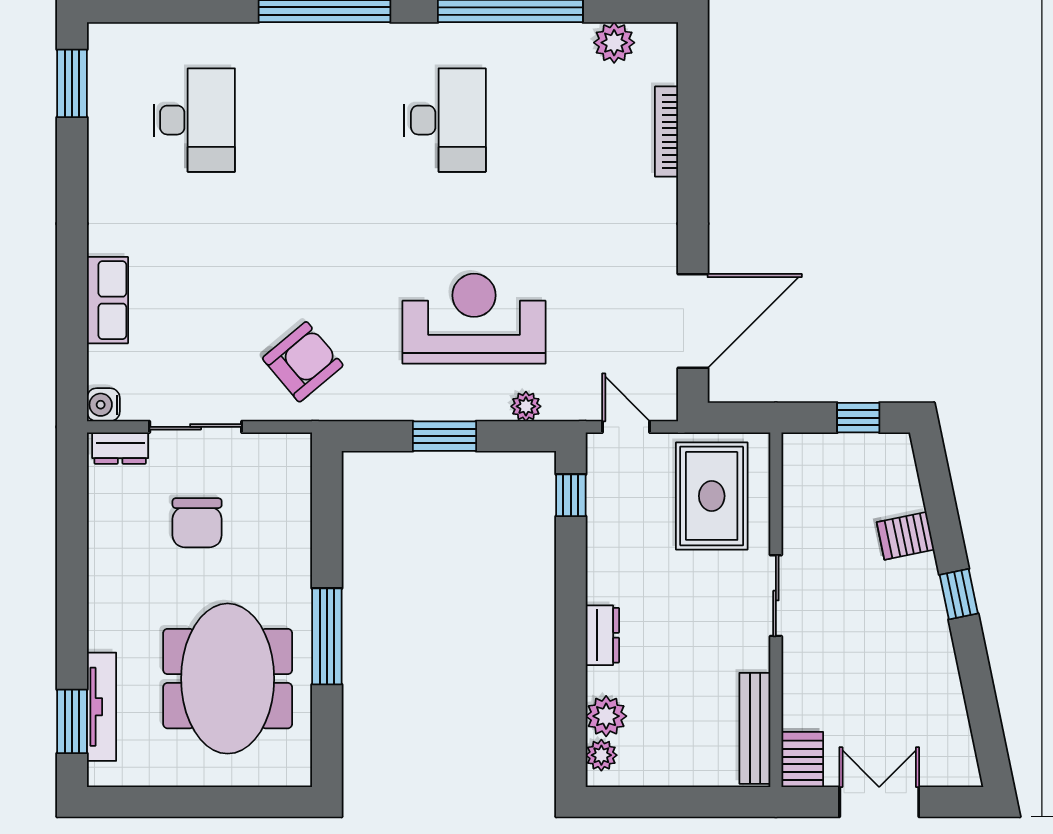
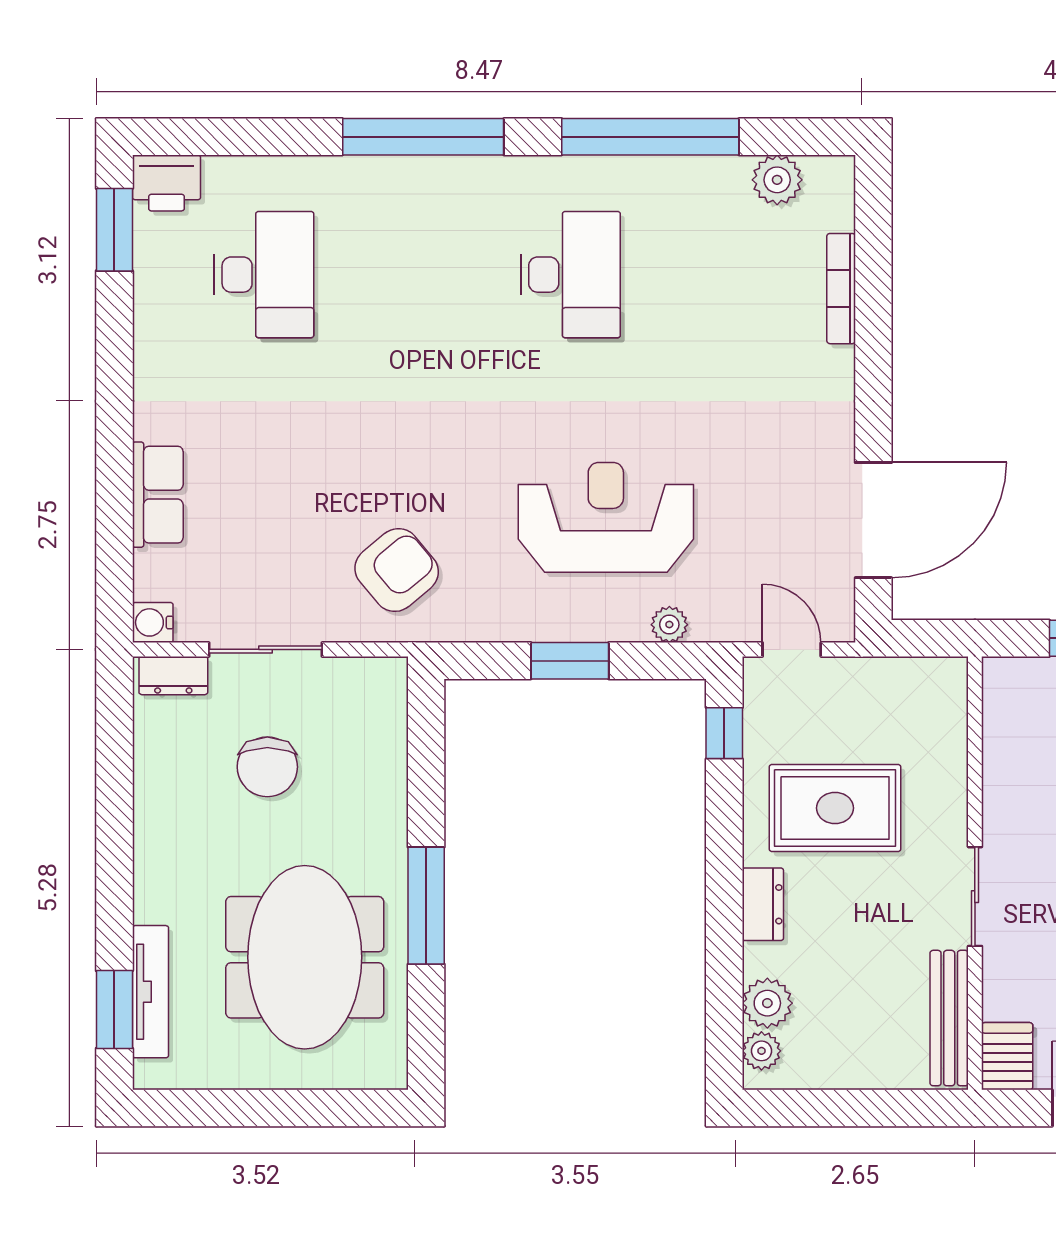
printer: (115, 45) -> (166, 183), added
rug: (712, 496) -> (835, 808), moved, turned 90
sliding door: (776, 596) -> (975, 897), moved

